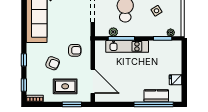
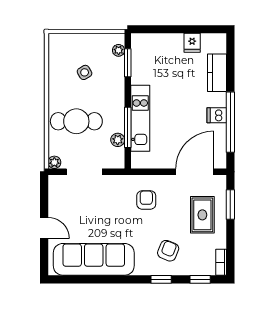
armchair: (53, 63) -> (168, 251), moved
dishwasher: (129, 96) -> (217, 115), added
window: (154, 104) -> (230, 122), moved

